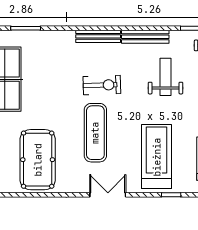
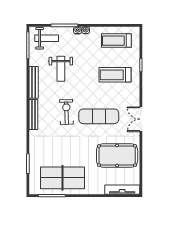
weight bench: (166, 77) -> (61, 69), turned -90
treadmill: (157, 157) -> (115, 75), width x0.73, depth x0.73
double door: (108, 195) -> (141, 119), moved

